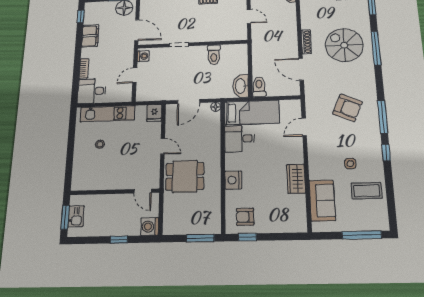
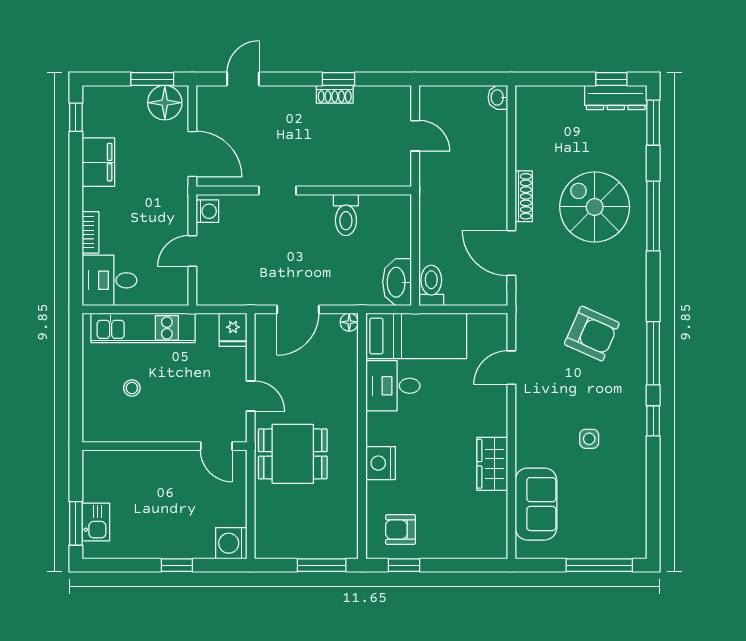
door: (143, 191) -> (216, 446), moved
coffee table: (367, 191) -> (614, 488), removed
wall: (115, 192) -> (165, 446), moved

